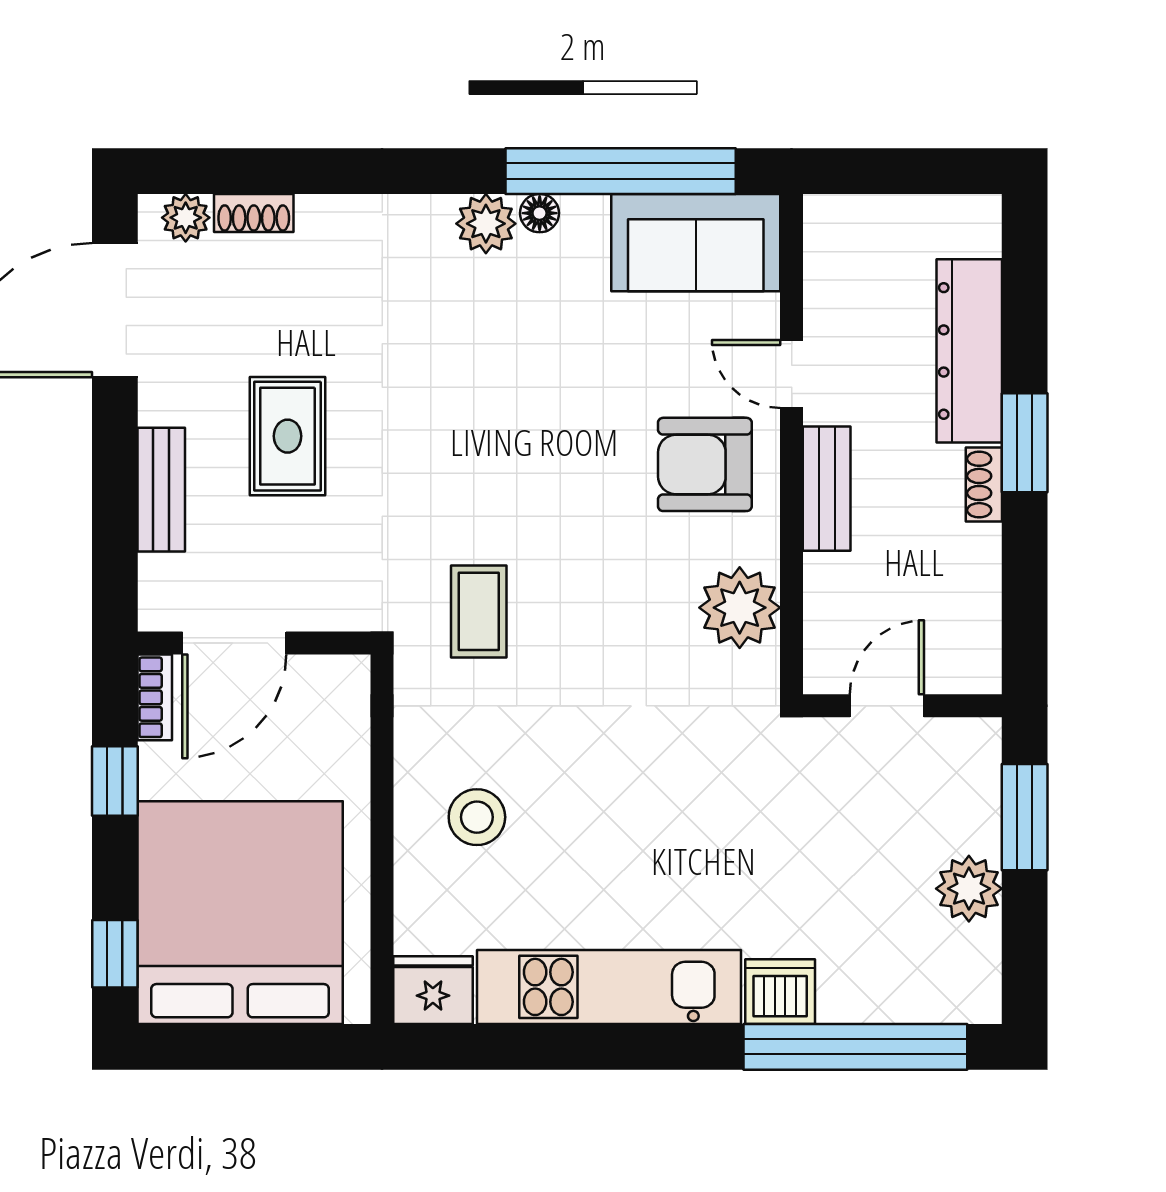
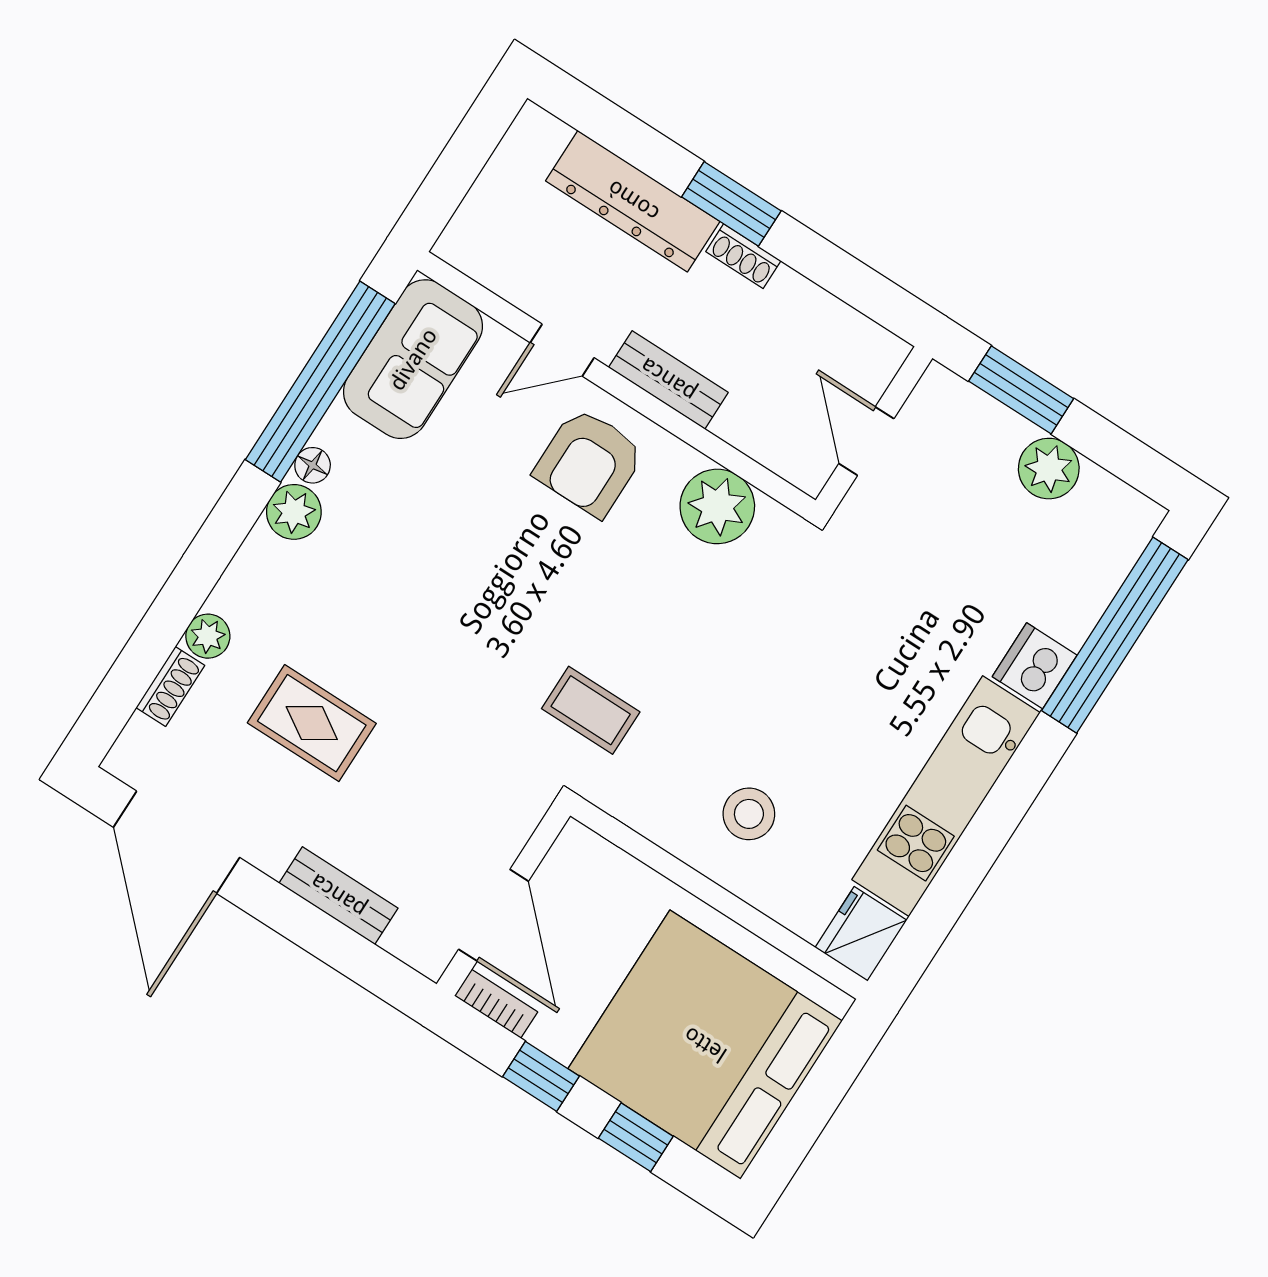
plant: (186, 218) -> (208, 636), moved
rug: (288, 436) -> (312, 723), moved
window: (115, 954) -> (636, 1137), moved

